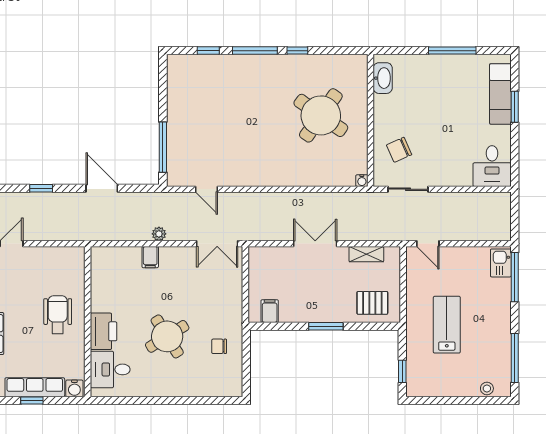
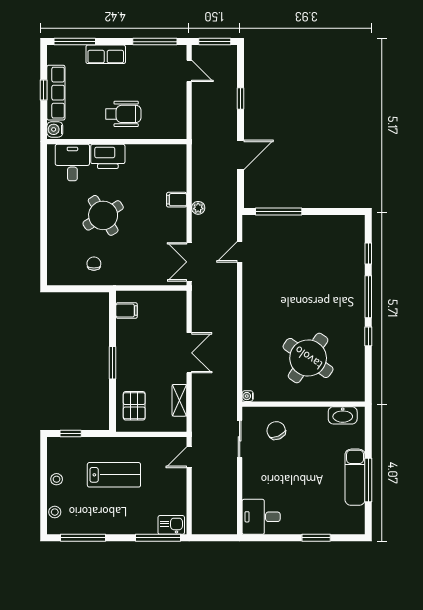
exam couch: (500, 94) -> (355, 477), moved, turned -90
stool: (451, 387) -> (57, 479), added

